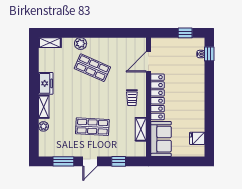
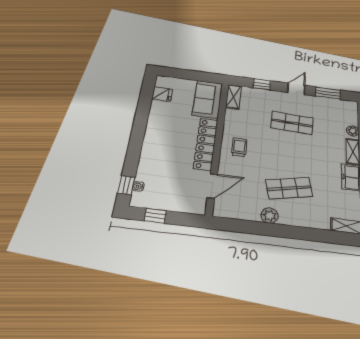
plant: (81, 44) -> (270, 216), moved
shop shelf: (92, 68) -> (289, 188), turned -36
shelving: (141, 129) -> (233, 97), moved

